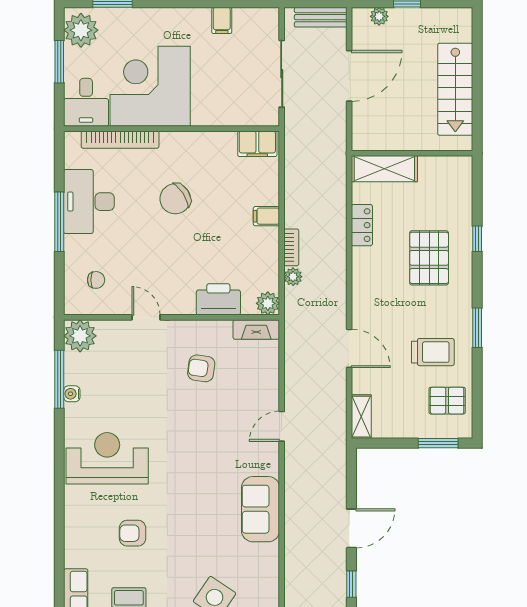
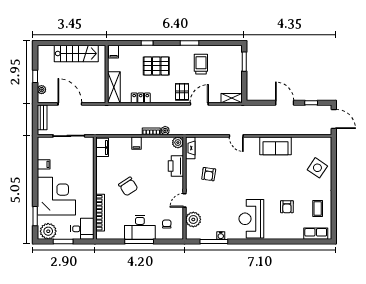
corner desk: (150, 86) -> (56, 196), moved, turned 180
filing cabinet: (459, 168) -> (114, 52), added
desk: (89, 202) -> (140, 227), moved
plant: (80, 336) -> (193, 219), moved
pallet: (447, 401) -> (182, 92), moved

